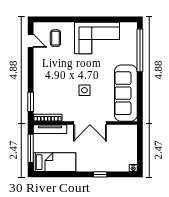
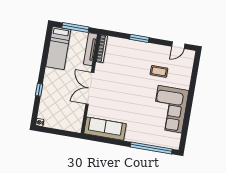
coffee table: (55, 38) -> (159, 71), moved
side table: (84, 90) -> (122, 88), removed
sofa: (126, 93) -> (105, 129), width x0.74, depth x0.79
window: (31, 102) -> (139, 38), moved

